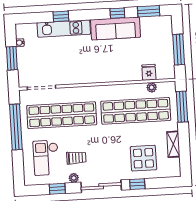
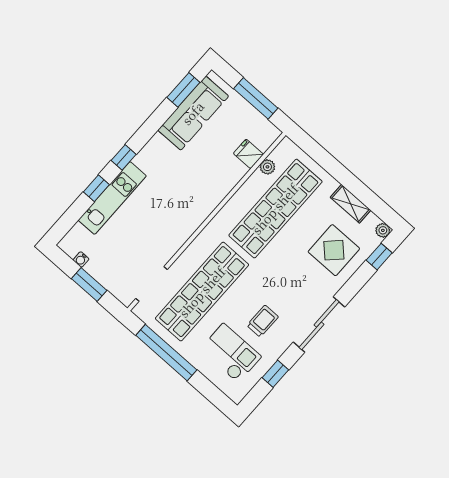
window: (117, 13) -> (124, 157), moved
sofa: (115, 28) -> (193, 113), moved
window: (182, 107) -> (320, 155), removed
checkout: (46, 158) -> (231, 353), turned 180
plant: (74, 178) -> (383, 230), moved
window: (137, 184) -> (379, 257), moved

